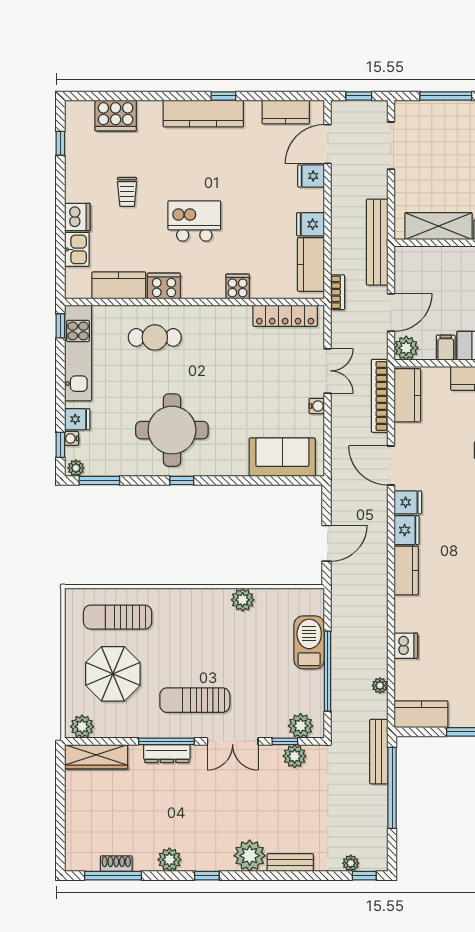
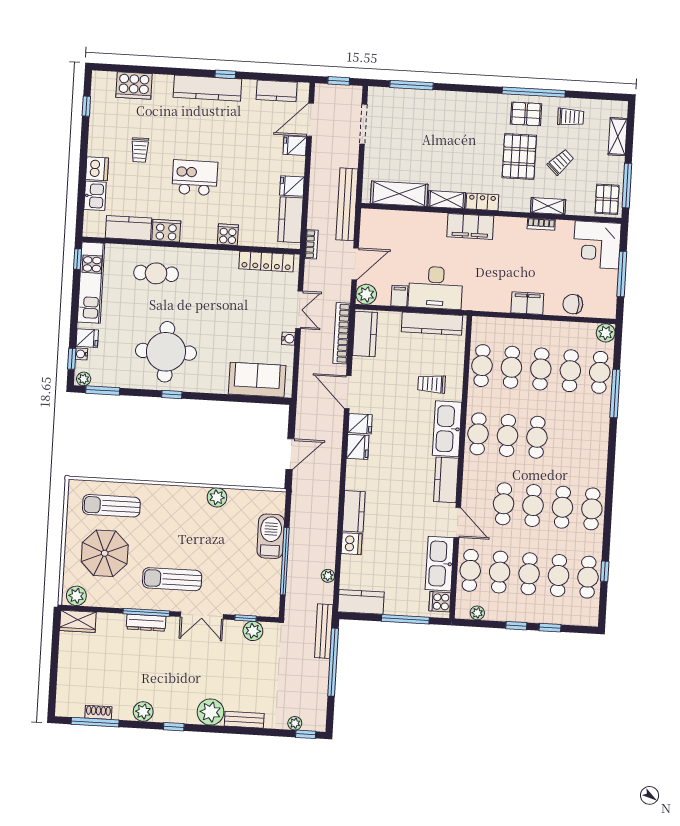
kitchen counter: (406, 571) -> (354, 511), moved
plant: (301, 726) -> (259, 606), removed
wardrobe: (96, 757) -> (78, 621), width x0.67

